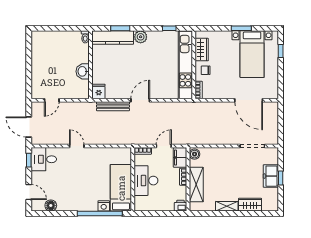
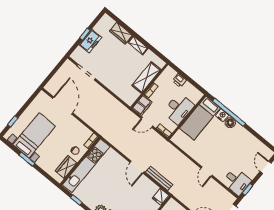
door: (140, 100) -> (137, 167), hinge flipped
boiler: (195, 154) -> (130, 99), removed
floor lamp: (51, 206) -> (230, 123), moved
printer: (180, 206) -> (179, 80), moved

